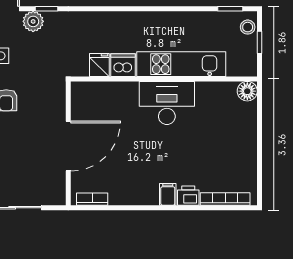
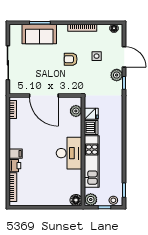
plant: (246, 66) -> (91, 200), added
plant: (95, 91) -> (76, 111), added

